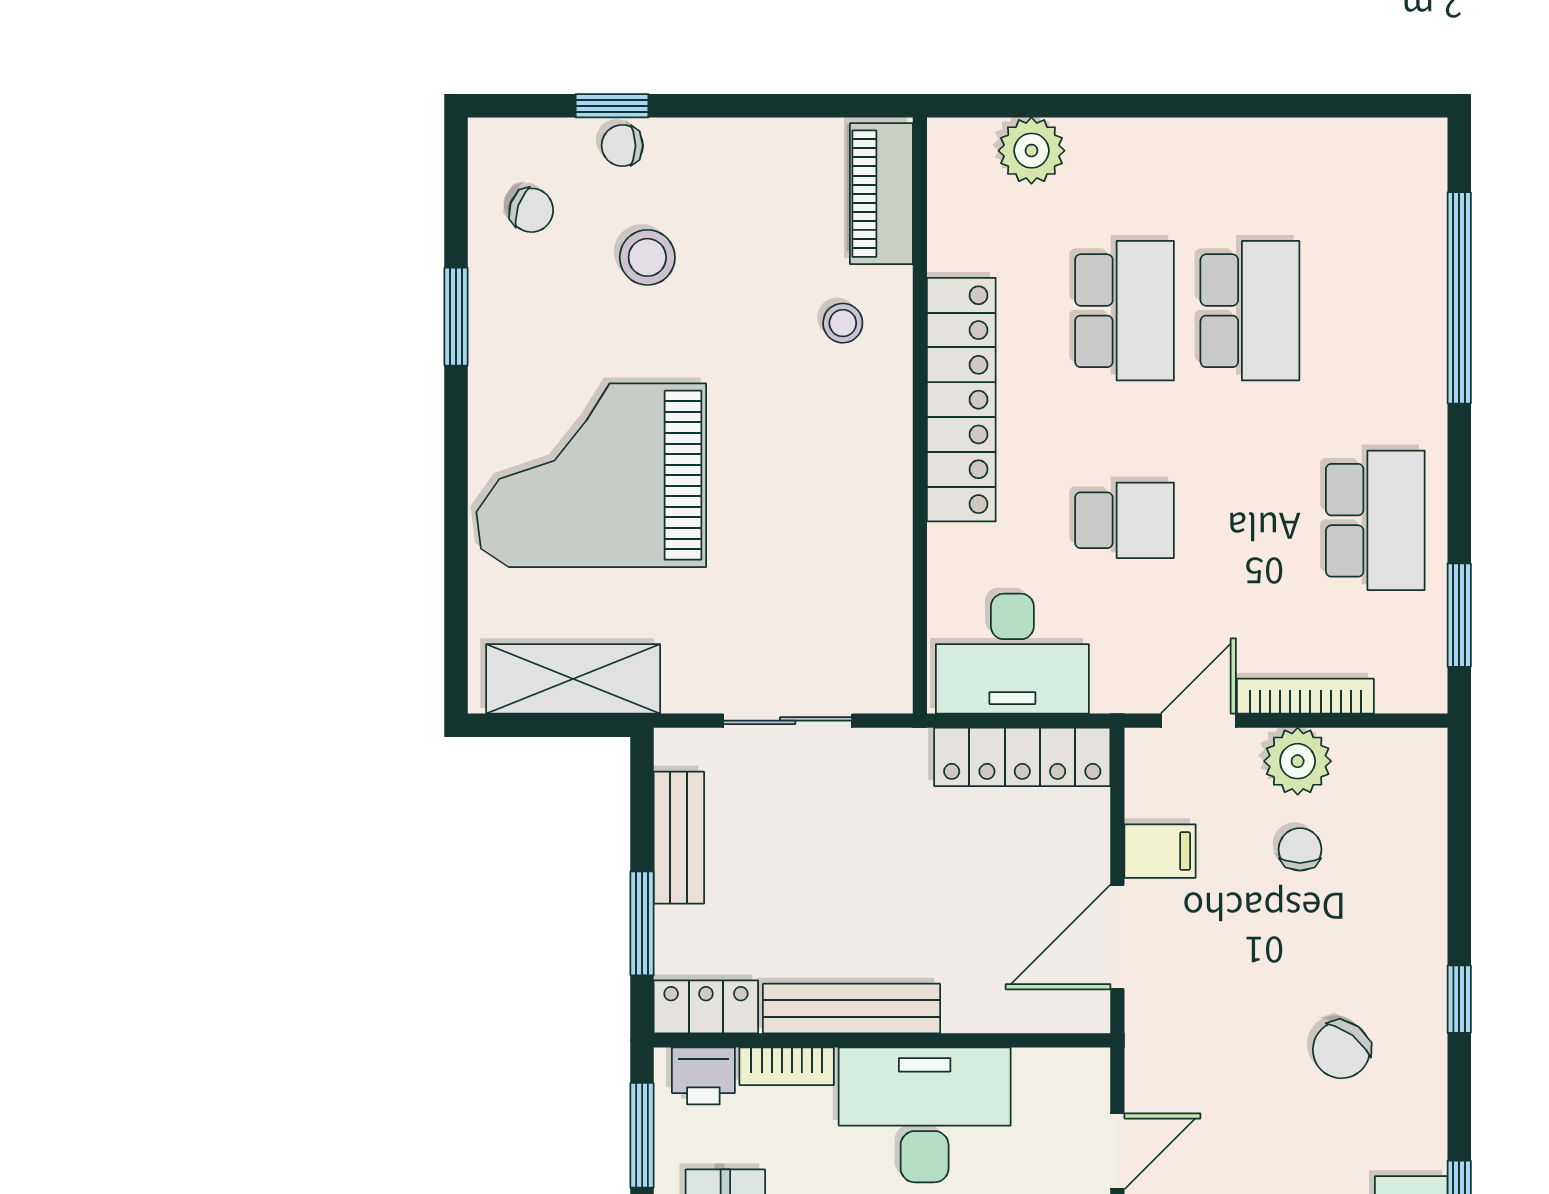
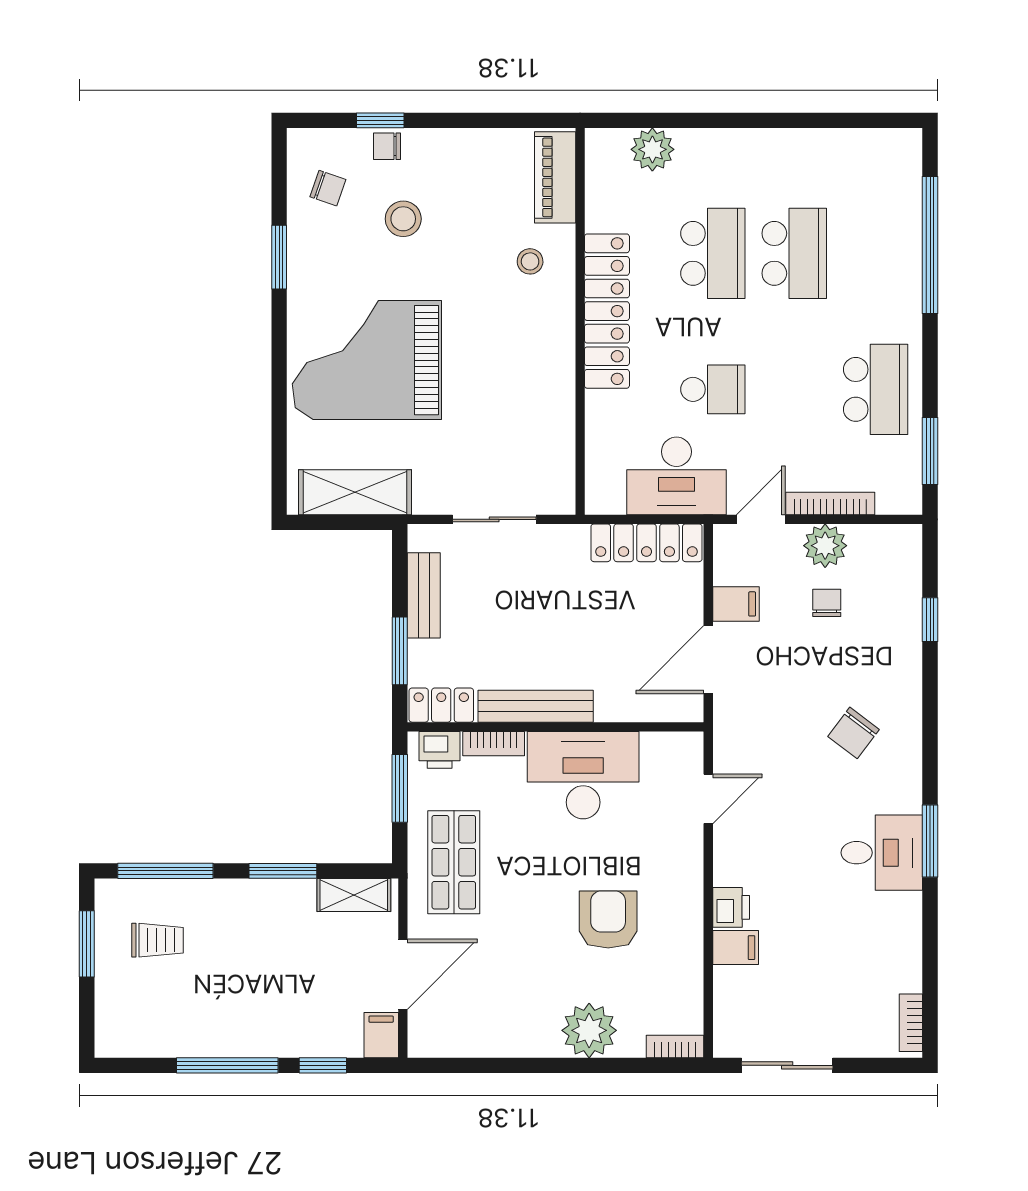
desk: (1012, 654) -> (676, 476), moved
window: (1459, 999) -> (930, 620), moved

